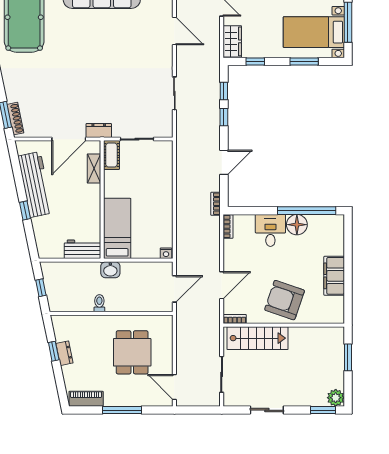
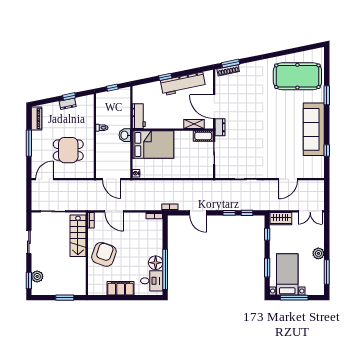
bed: (117, 228) -> (153, 144), width x1.50
desk: (270, 230) -> (152, 281), moved
plant: (336, 398) -> (37, 276), moved

